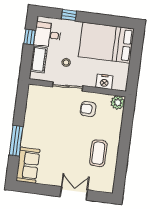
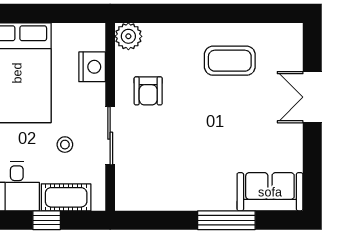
window: (30, 37) -> (47, 220), moved

